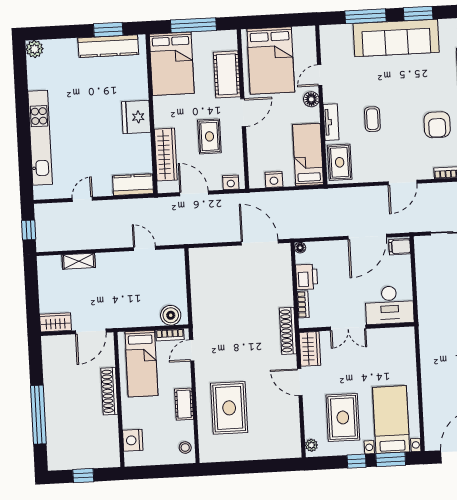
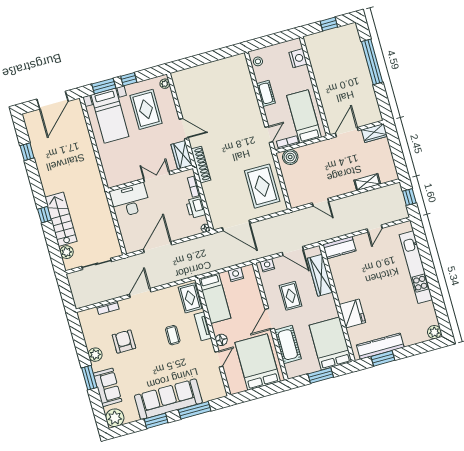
window: (193, 25) -> (321, 376), width x0.69
fridge: (136, 117) -> (352, 313), moved
filing cabinet: (400, 247) -> (132, 245), removed
shoe rack: (109, 391) -> (323, 91), removed
rug: (229, 408) -> (262, 186), moved

